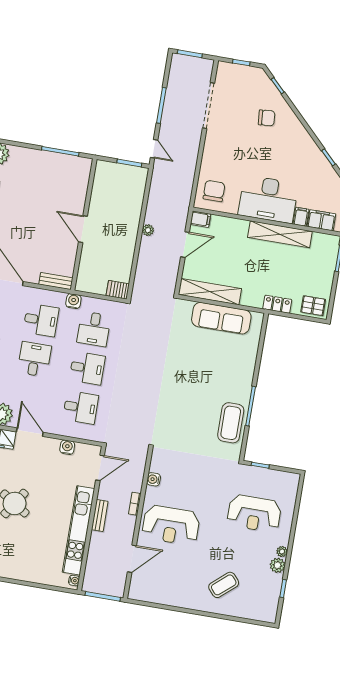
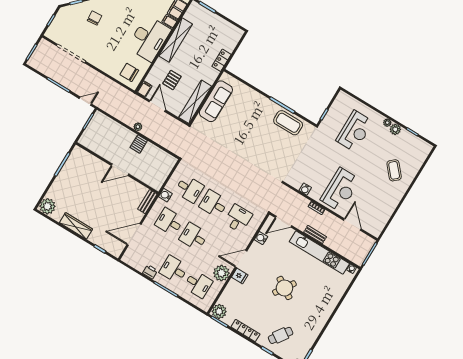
server rack: (118, 290) -> (139, 144), moved
pallet: (313, 306) -> (172, 80), moved
desk: (41, 320) -> (169, 222), turned -90
desk: (87, 368) -> (214, 204), turned -90
door: (100, 468) -> (283, 222), swing flipped

